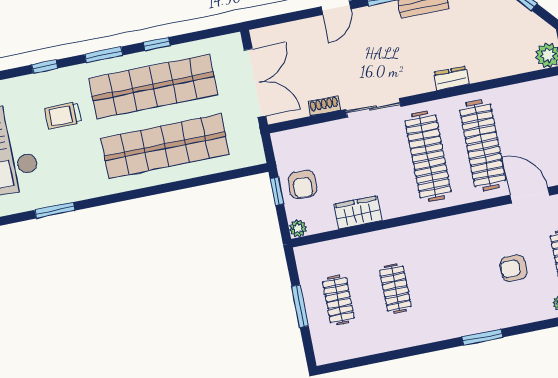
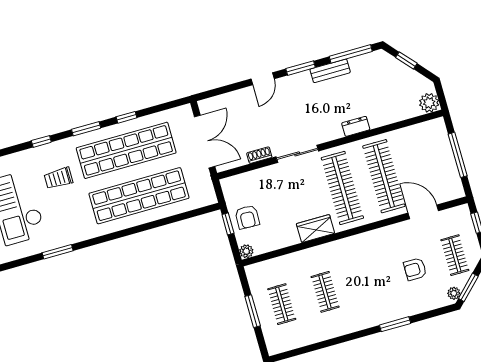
wardrobe: (358, 212) -> (315, 229), moved

